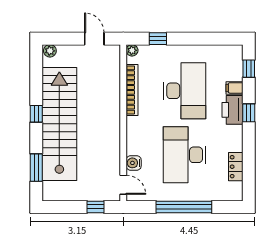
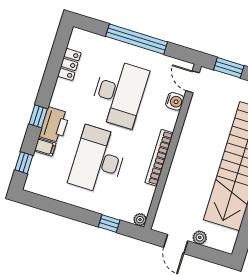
plant: (50, 51) -> (200, 238), moved
bookcase: (132, 90) -> (159, 158), moved
window: (96, 207) -> (229, 68), width x1.50

